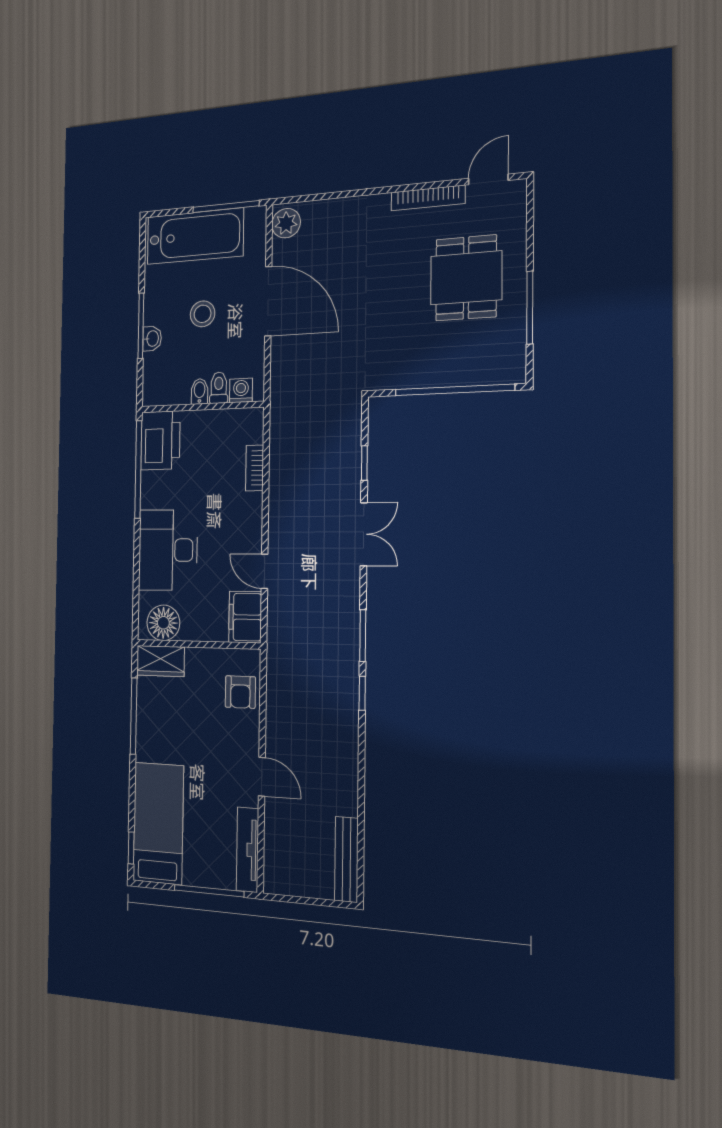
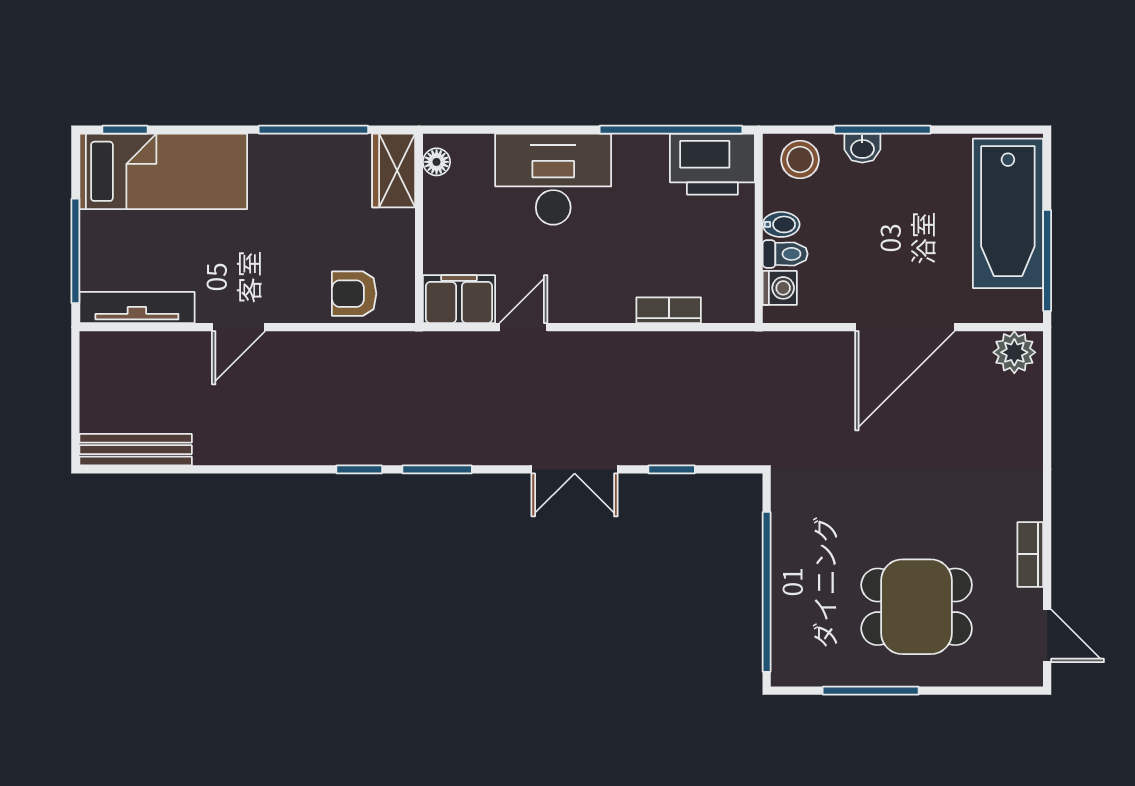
bookcase: (428, 198) -> (1030, 554), width x0.64
stool: (203, 314) -> (800, 160), moved
floor lamp: (163, 623) -> (437, 162), width x0.53, depth x0.53

